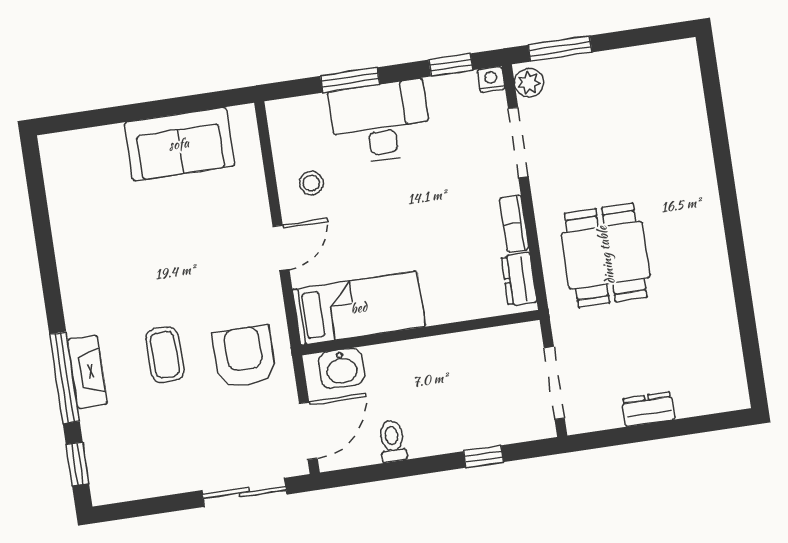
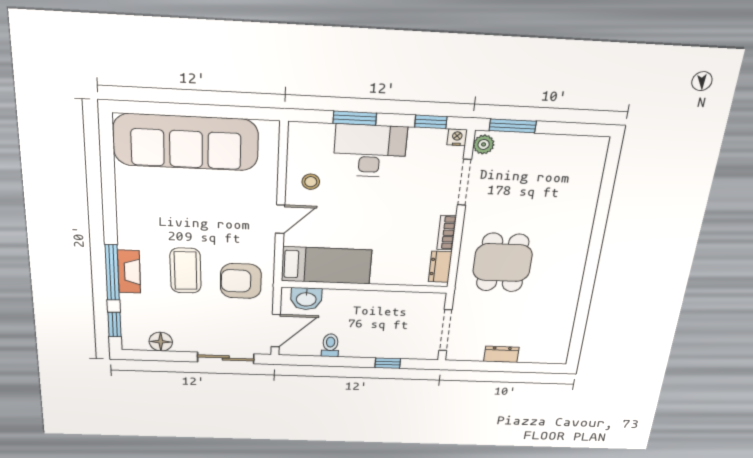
sofa: (179, 144) -> (186, 142), width x1.85, depth x1.27
coffee table: (165, 355) -> (186, 271), width x1.36, depth x1.30
armchair: (244, 357) -> (241, 281), turned -90
floor lamp: (147, 481) -> (161, 342), added

